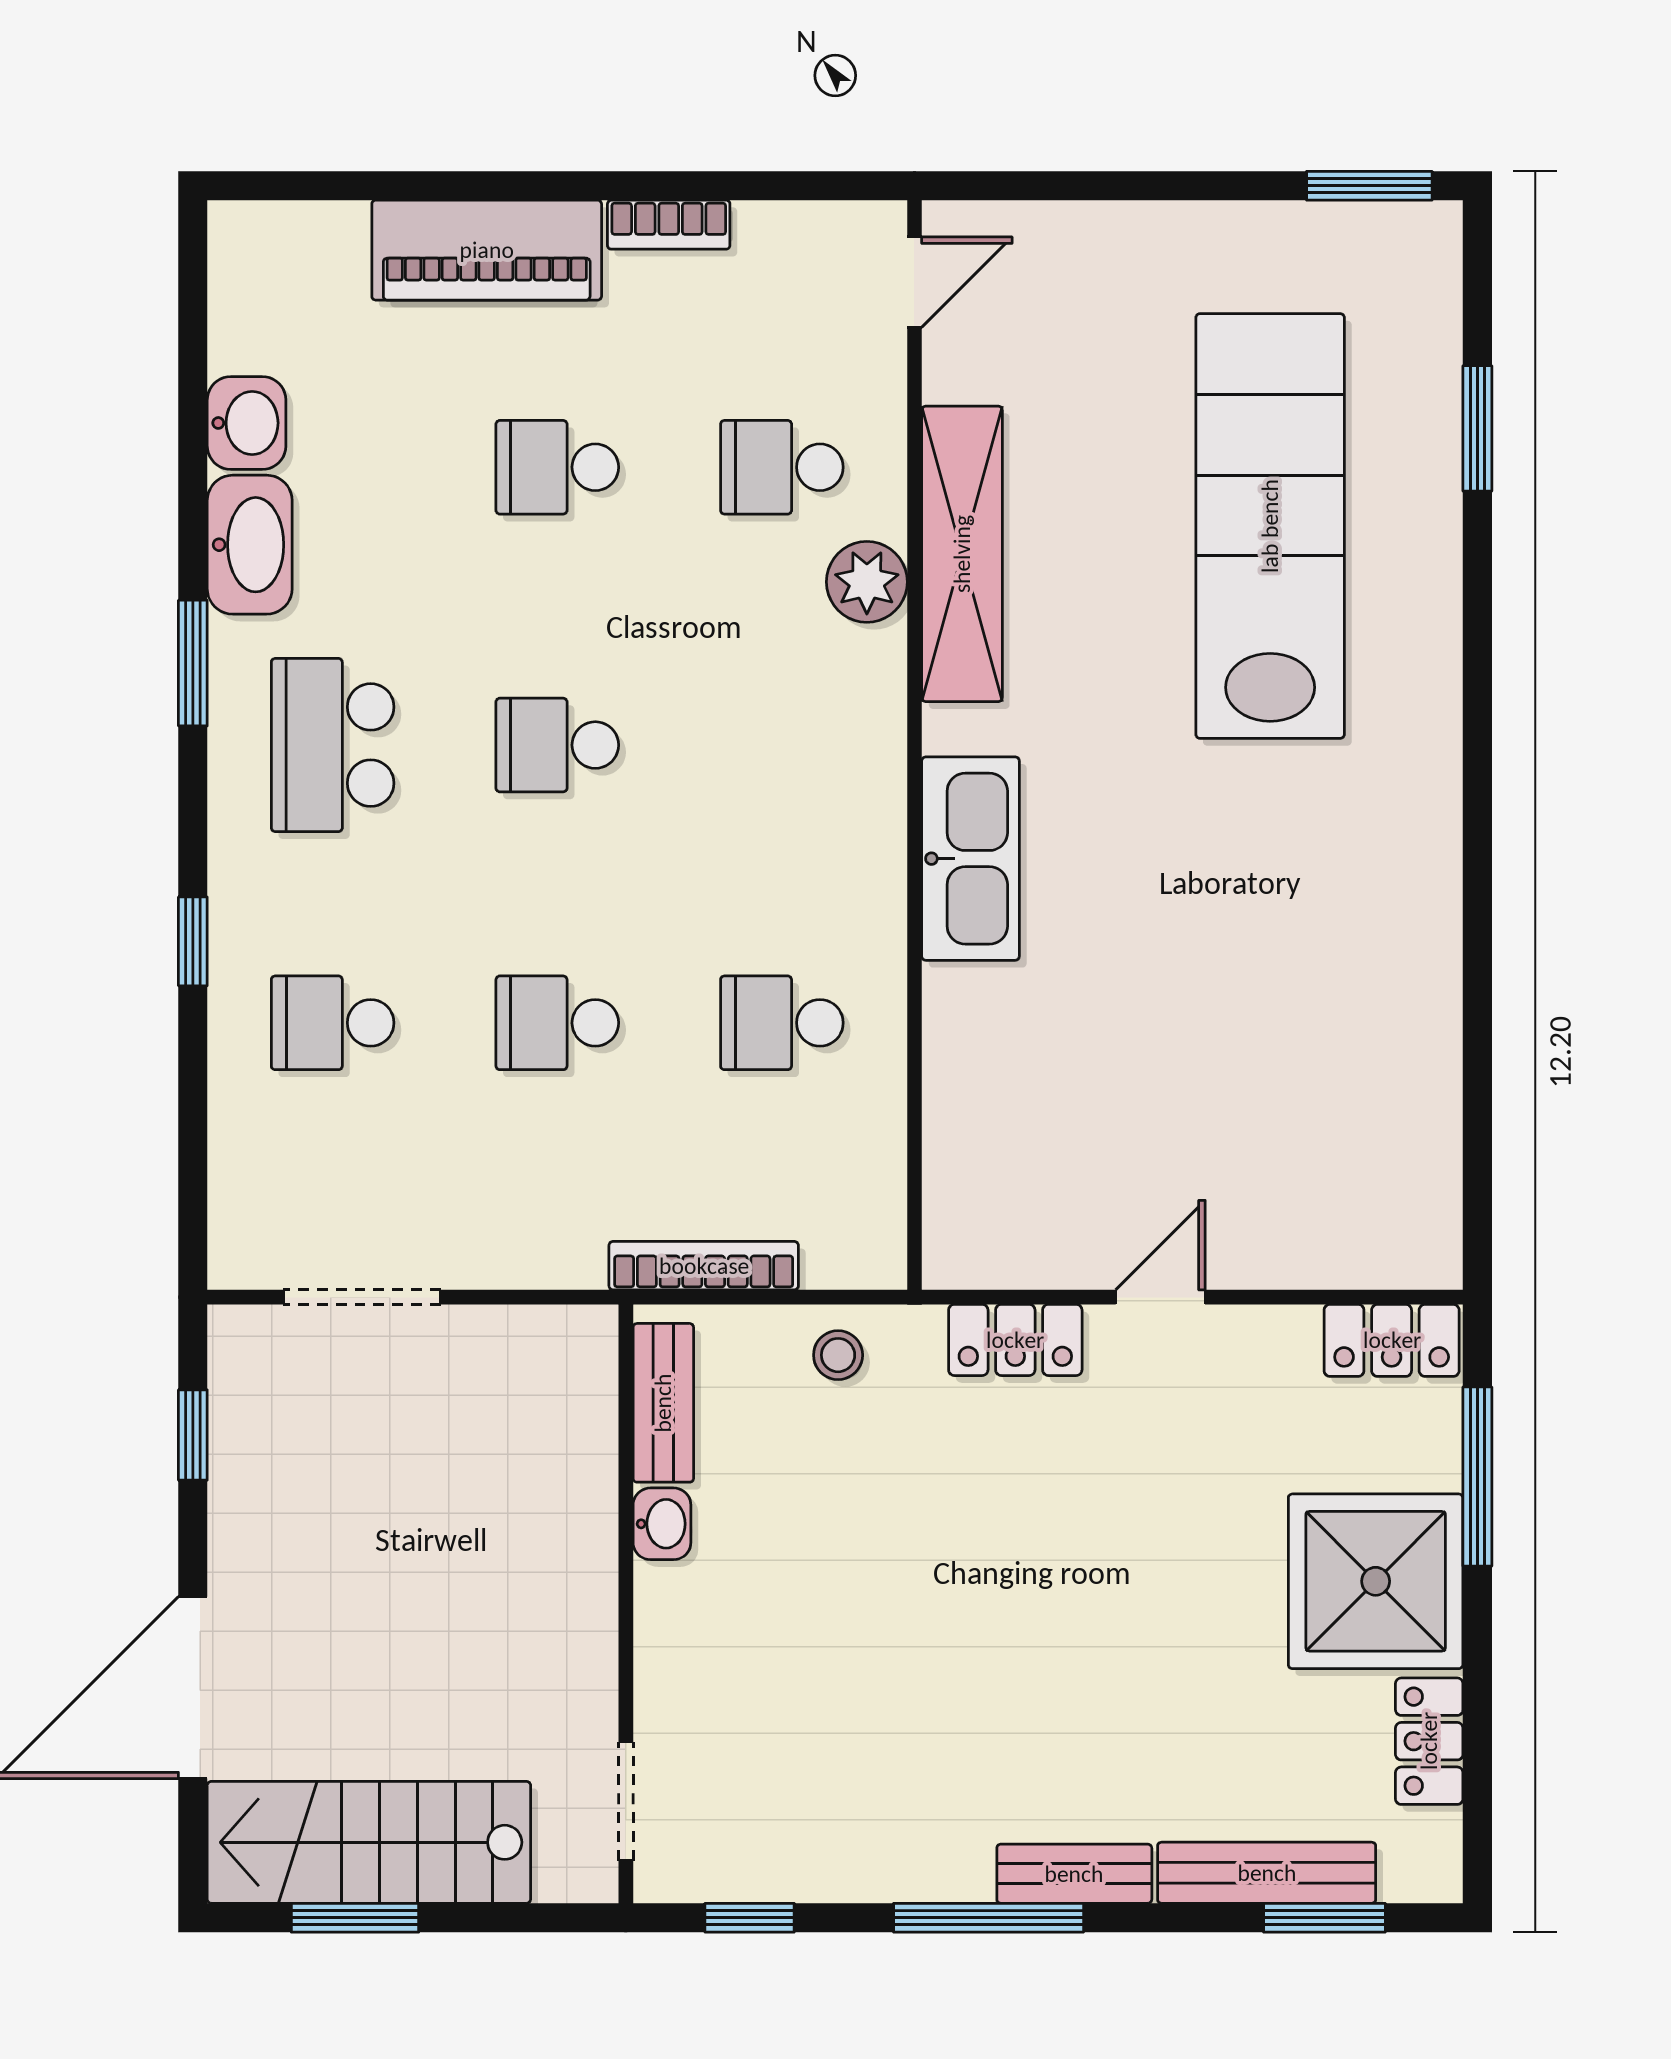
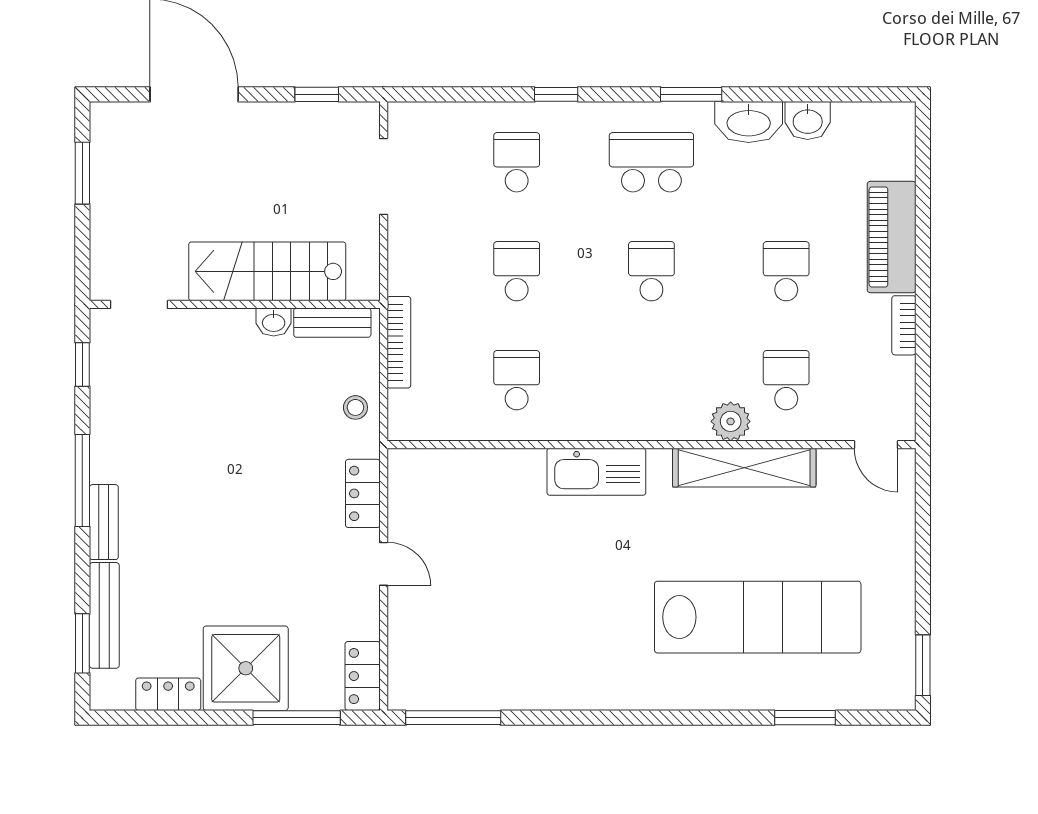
window: (1477, 1154) -> (453, 718), added
stairs: (369, 1842) -> (267, 271), moved, turned -90

